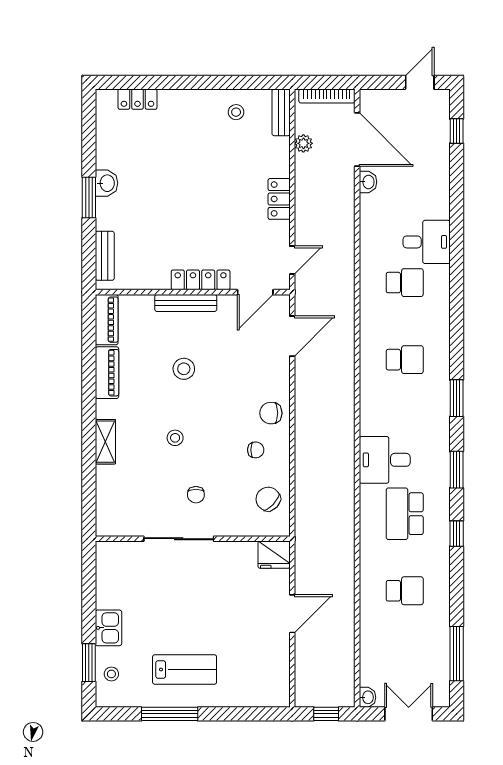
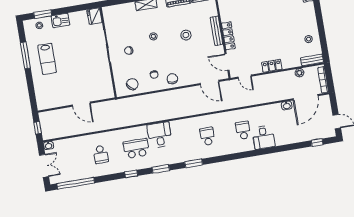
school desk: (405, 283) -> (243, 130), turned 180
school desk: (405, 360) -> (207, 136), turned 180
fridge: (274, 555) -> (94, 16), moved
window: (457, 654) -> (76, 183), width x1.46

